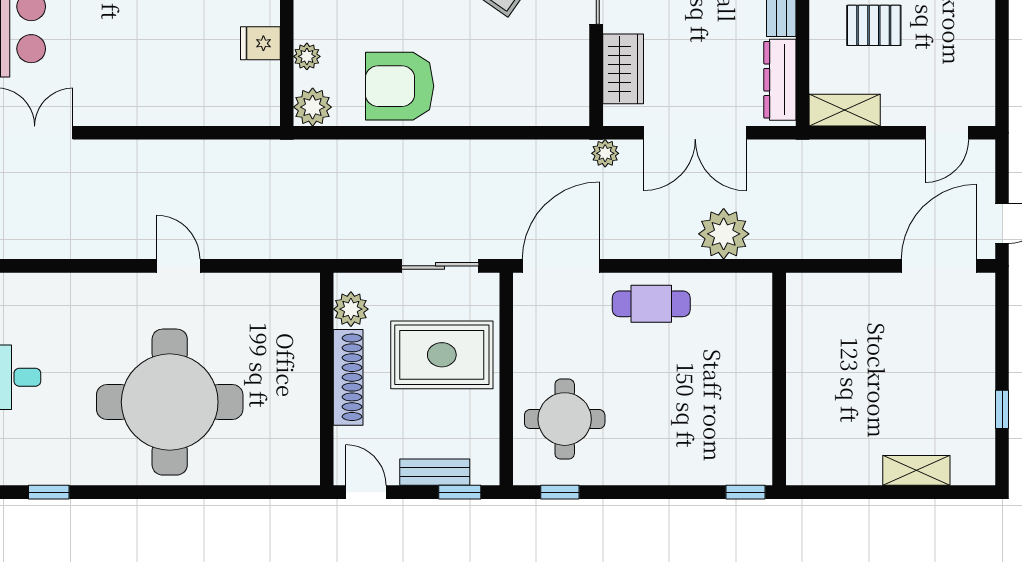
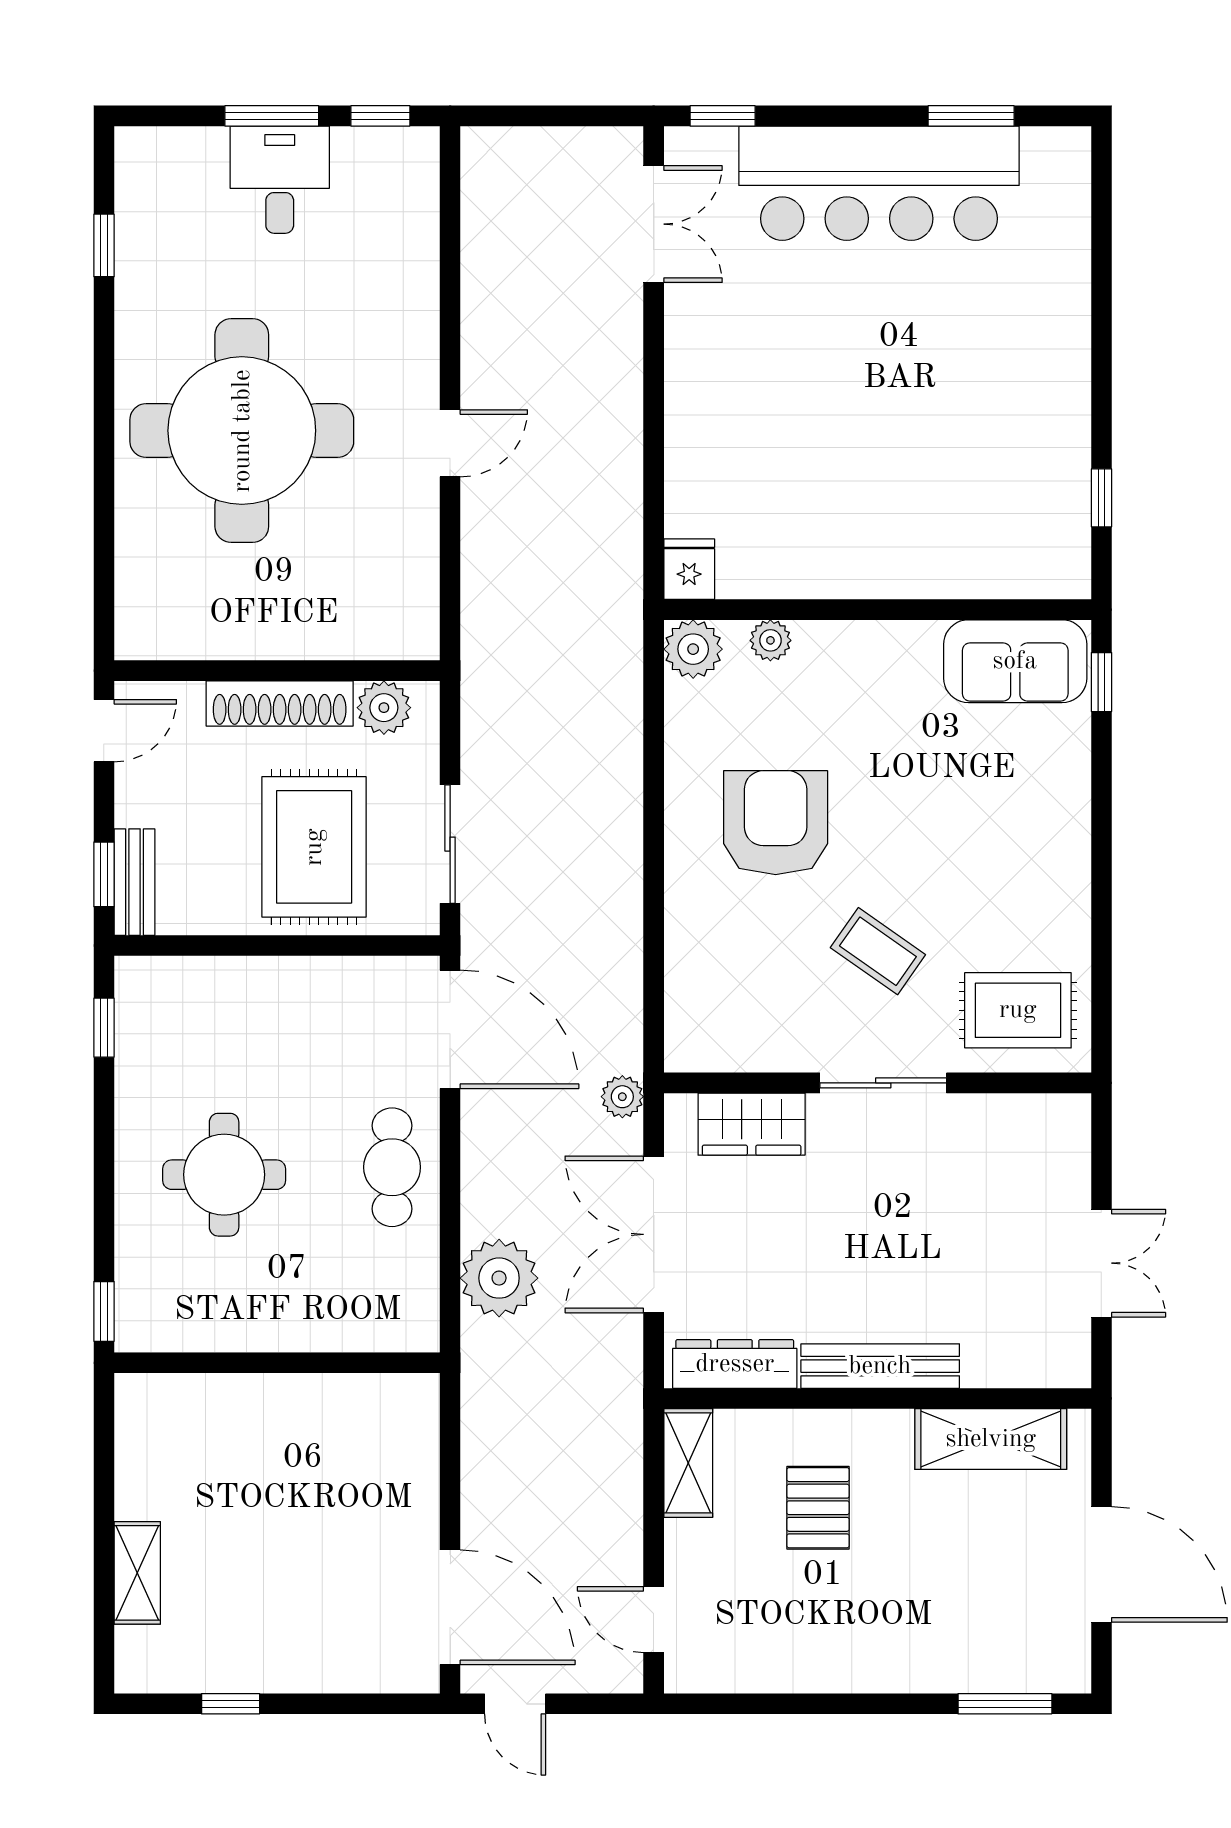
fridge: (260, 43) -> (689, 569), moved
armchair: (400, 86) -> (776, 823), moved
round table: (565, 419) -> (224, 1175), moved
bench: (435, 472) -> (135, 882), moved

